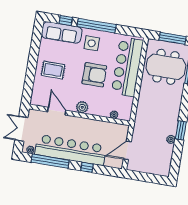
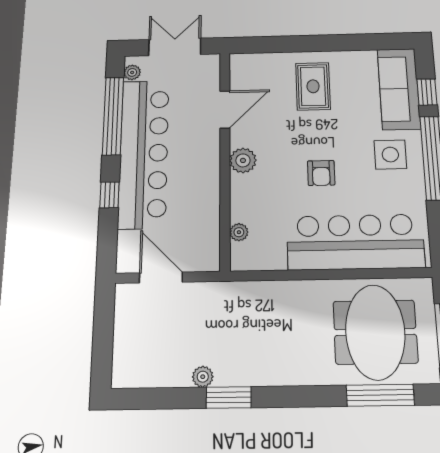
armchair: (94, 75) -> (321, 173), width x0.53, depth x0.53

